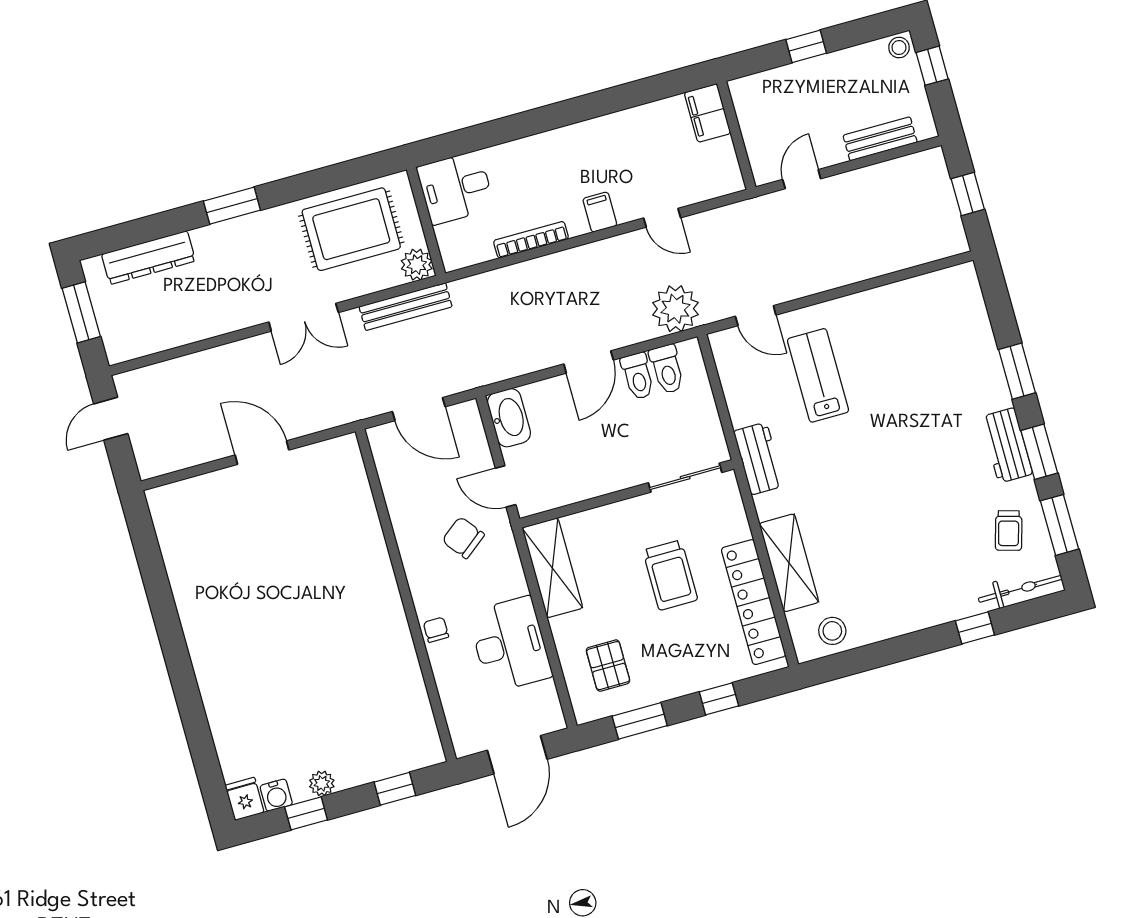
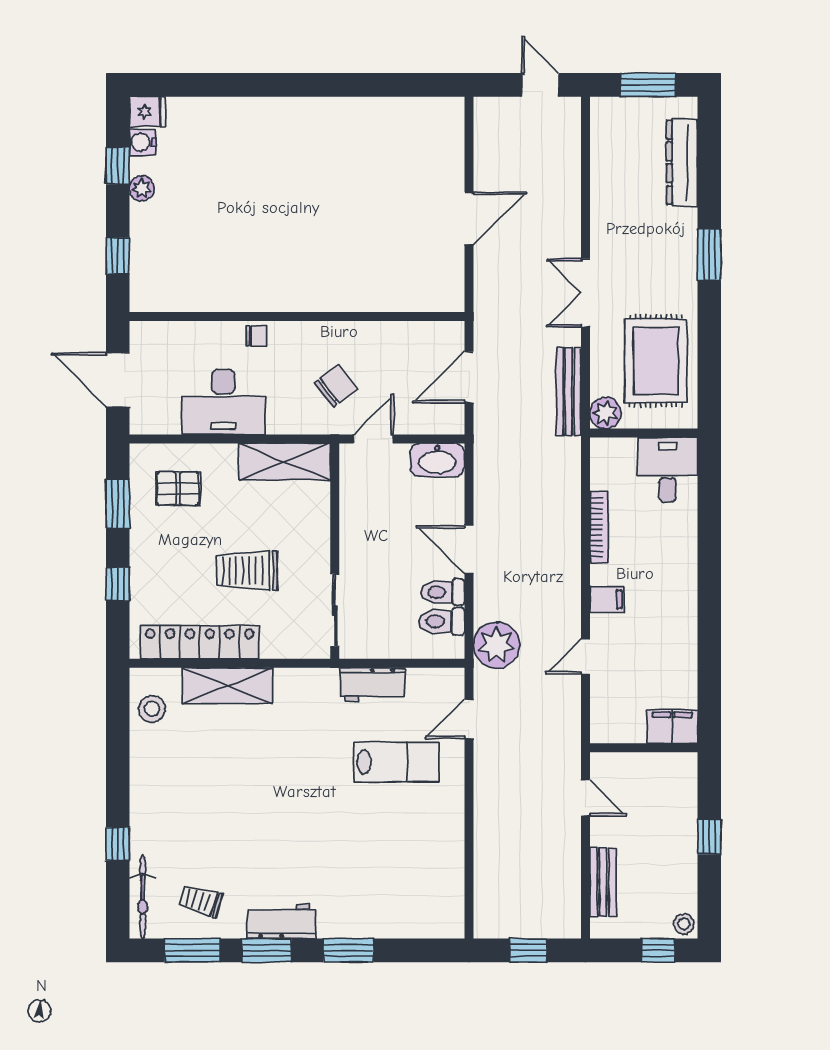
workbench: (759, 459) -> (373, 685), moved

